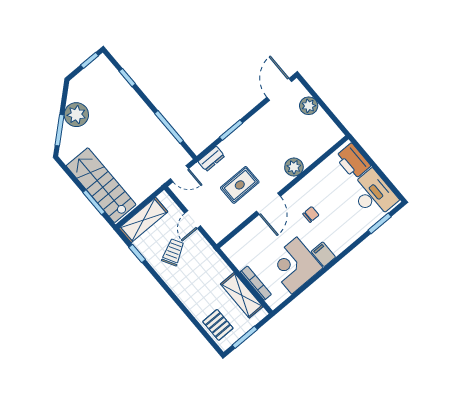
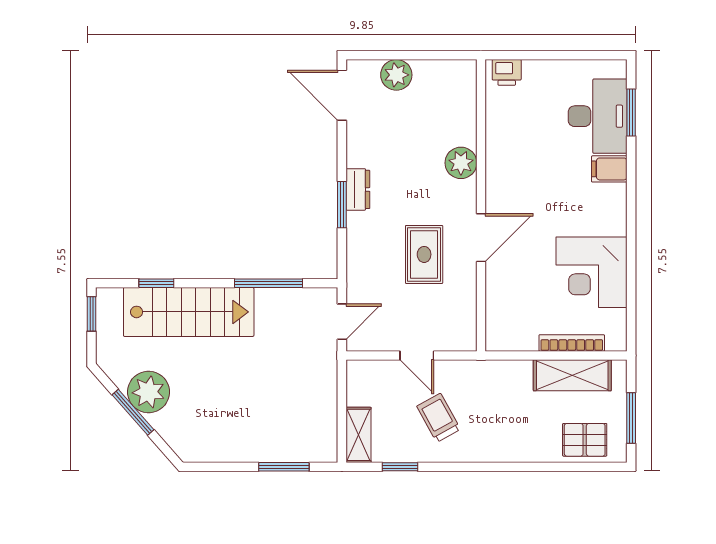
window: (59, 130) -> (133, 412), moved
dresser: (211, 159) -> (358, 189), moved
printer: (353, 161) -> (507, 72), width x0.53, depth x0.68
stairs: (101, 185) -> (189, 312), moved, turned 180
desk: (373, 194) -> (598, 116), moved, turned 90
door: (268, 204) -> (481, 238), hinge flipped
chair: (311, 214) -> (543, 193), removed
shelving: (143, 220) -> (359, 435), width x0.67, depth x0.75
filing cabinet: (323, 254) -> (609, 169), moved

